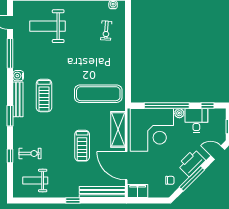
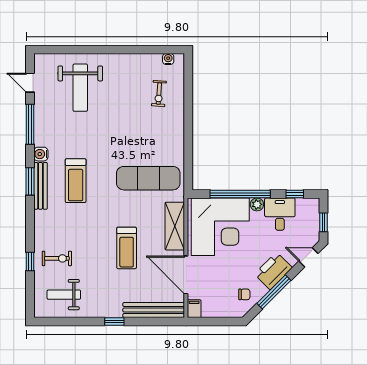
weight bench: (48, 26) -> (80, 88), turned -90
window: (10, 116) -> (30, 181), moved
filing cabinet: (138, 191) -> (194, 309), width x0.50

